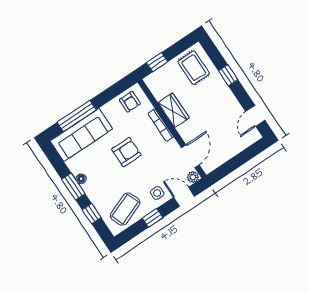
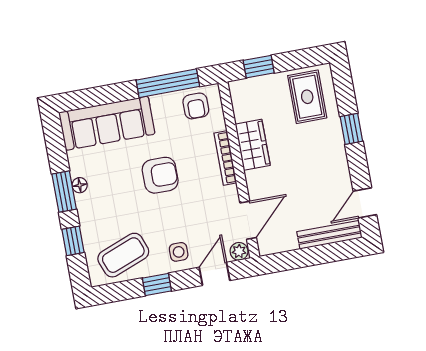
window: (77, 116) -> (168, 83), moved
bench: (242, 144) -> (329, 235), added
door: (184, 197) -> (215, 274), hinge flipped

